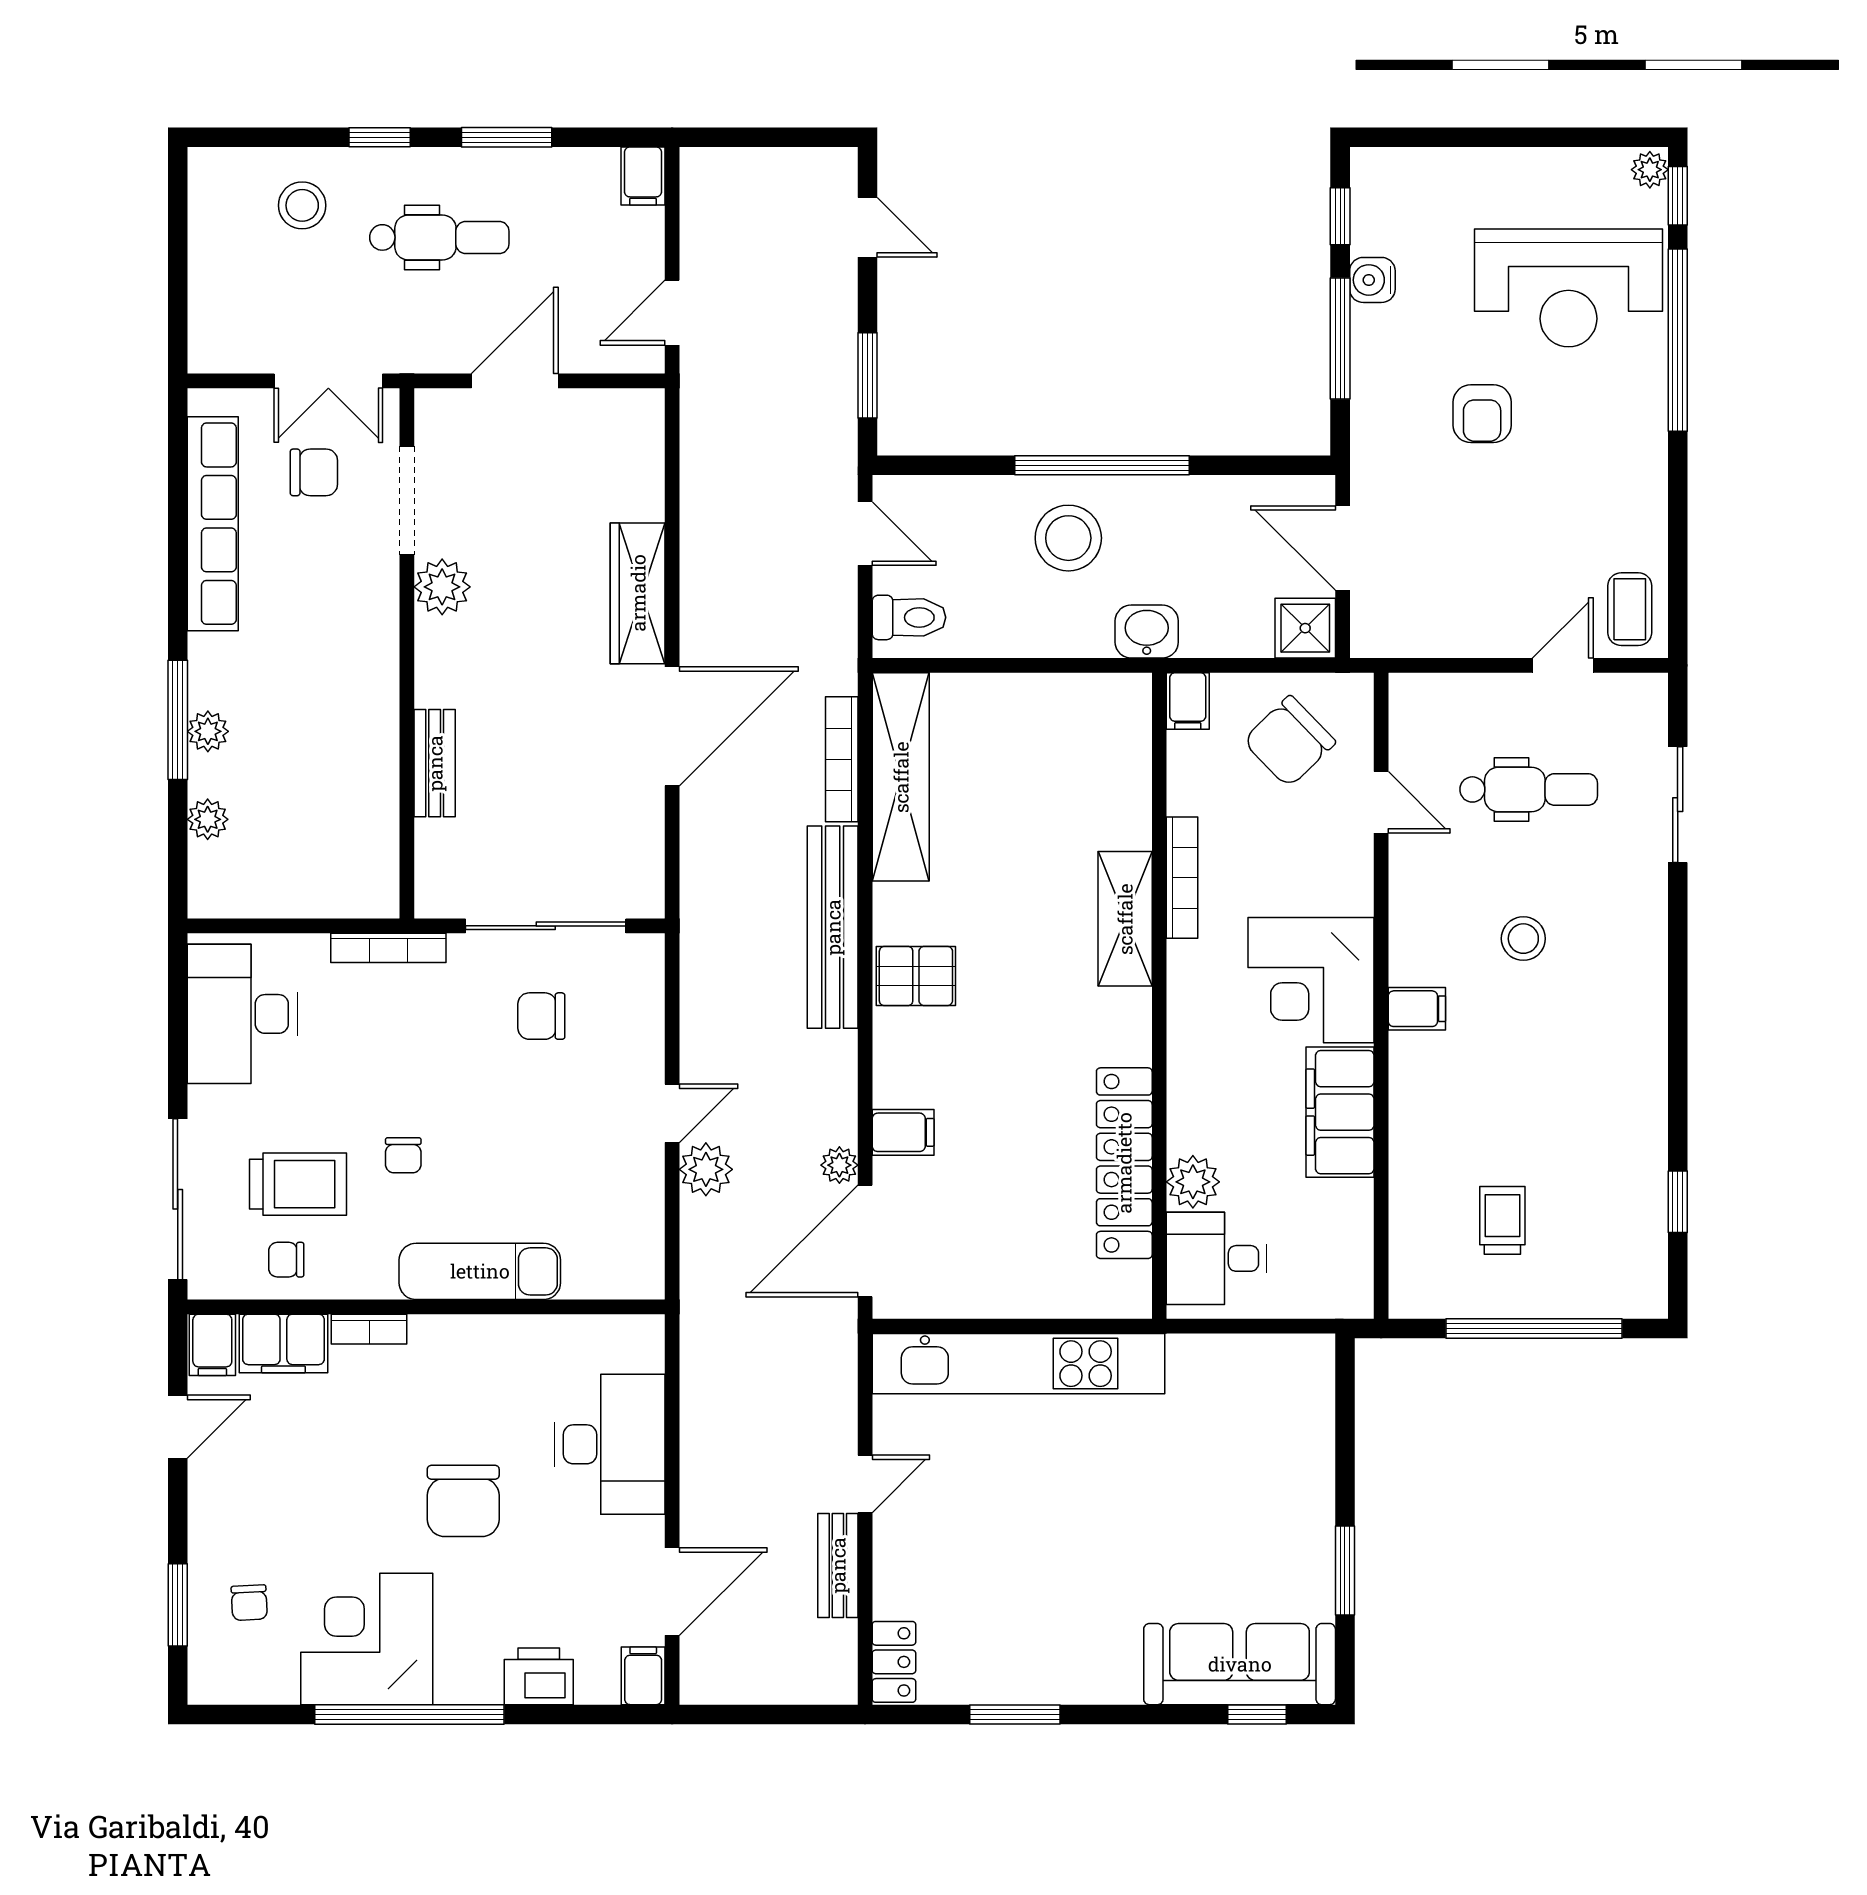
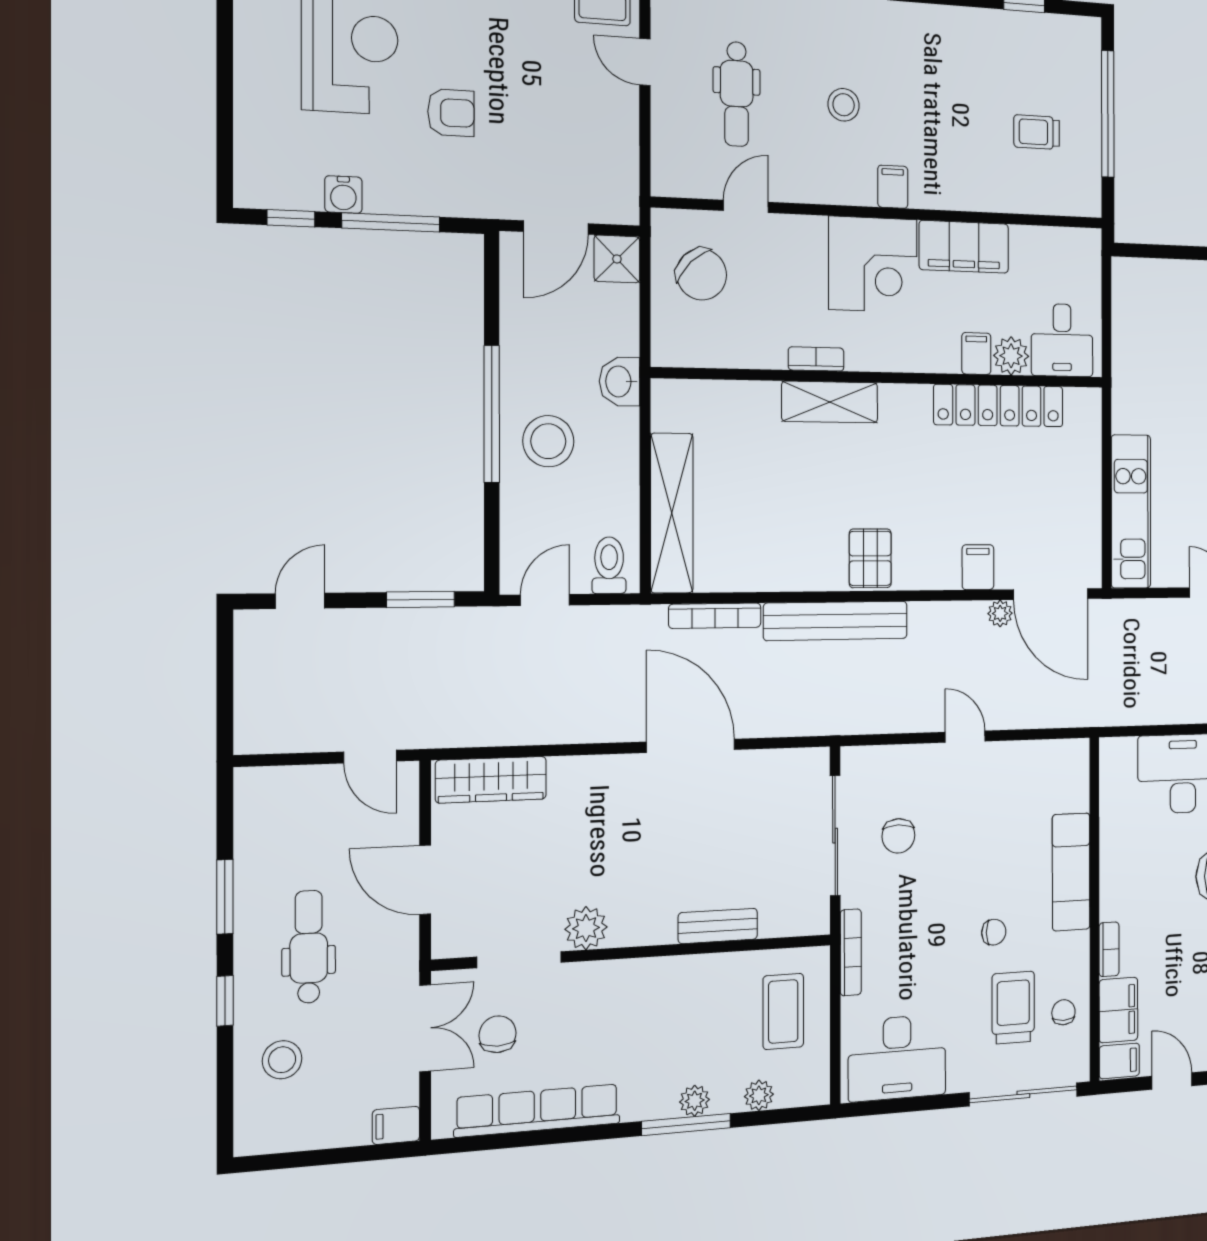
filing cabinet: (643, 176) -> (396, 1125), moved, turned 180
wardrobe: (638, 593) -> (491, 780), moved
filing cabinet: (1188, 701) -> (976, 354), moved, turned -90
shelving: (901, 777) -> (672, 513), moved, turned 90
dental chair: (1529, 789) -> (737, 94), turned 180
coffee table: (316, 853) -> (783, 1011), added
bookcase: (1182, 878) -> (816, 359), width x0.64
plant: (706, 1169) -> (1003, 711), removed
chair: (286, 1260) -> (1064, 1012), turned 180
kitchen unit: (1018, 1364) -> (1131, 511), width x0.73

